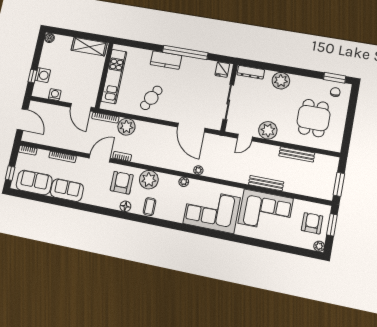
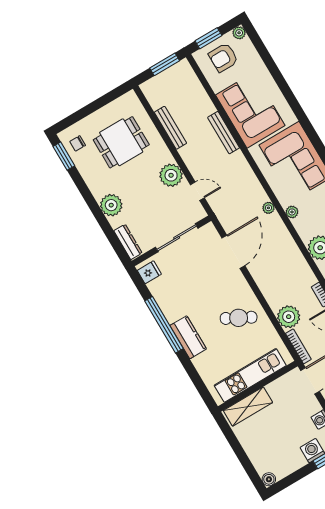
shelving: (89, 47) -> (248, 407), moved, turned 90

